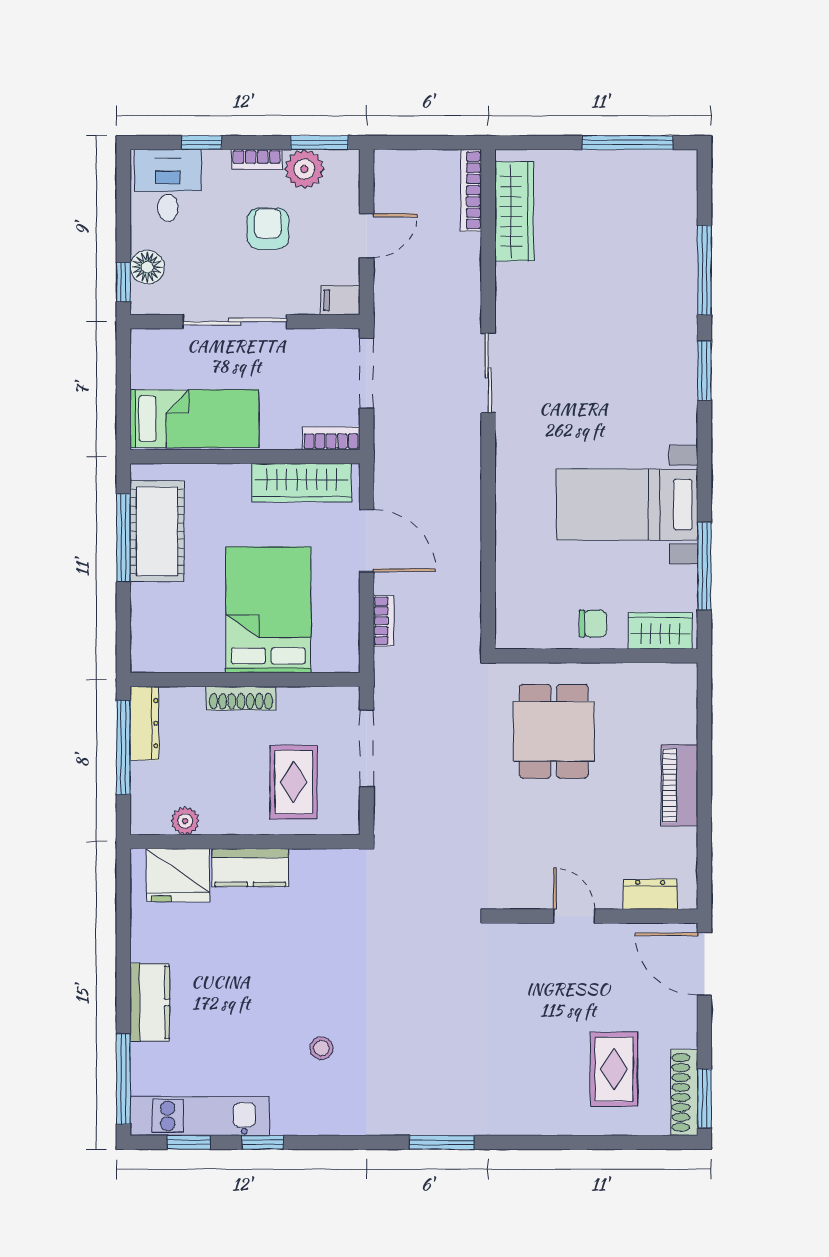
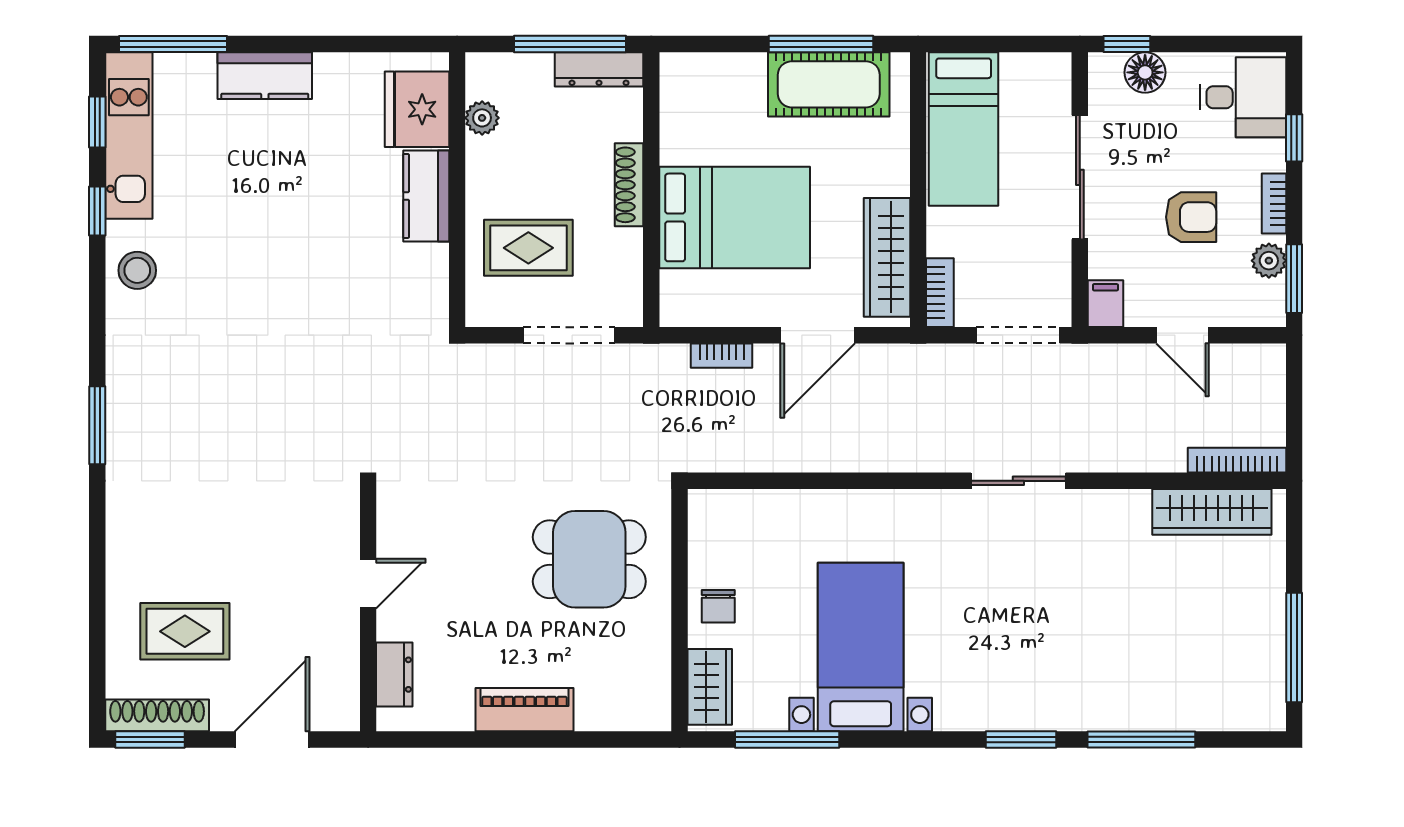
plant: (304, 169) -> (1269, 261), width x0.73, depth x0.73
door: (704, 964) -> (272, 740), moved
stool: (321, 1048) -> (137, 270), moved, width x1.37, depth x1.37

